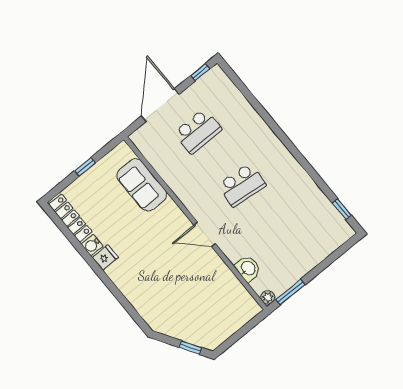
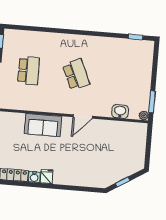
sofa: (142, 185) -> (43, 125), moved
school desk: (242, 185) -> (76, 75), turned -30
window: (190, 347) -> (123, 182), moved

